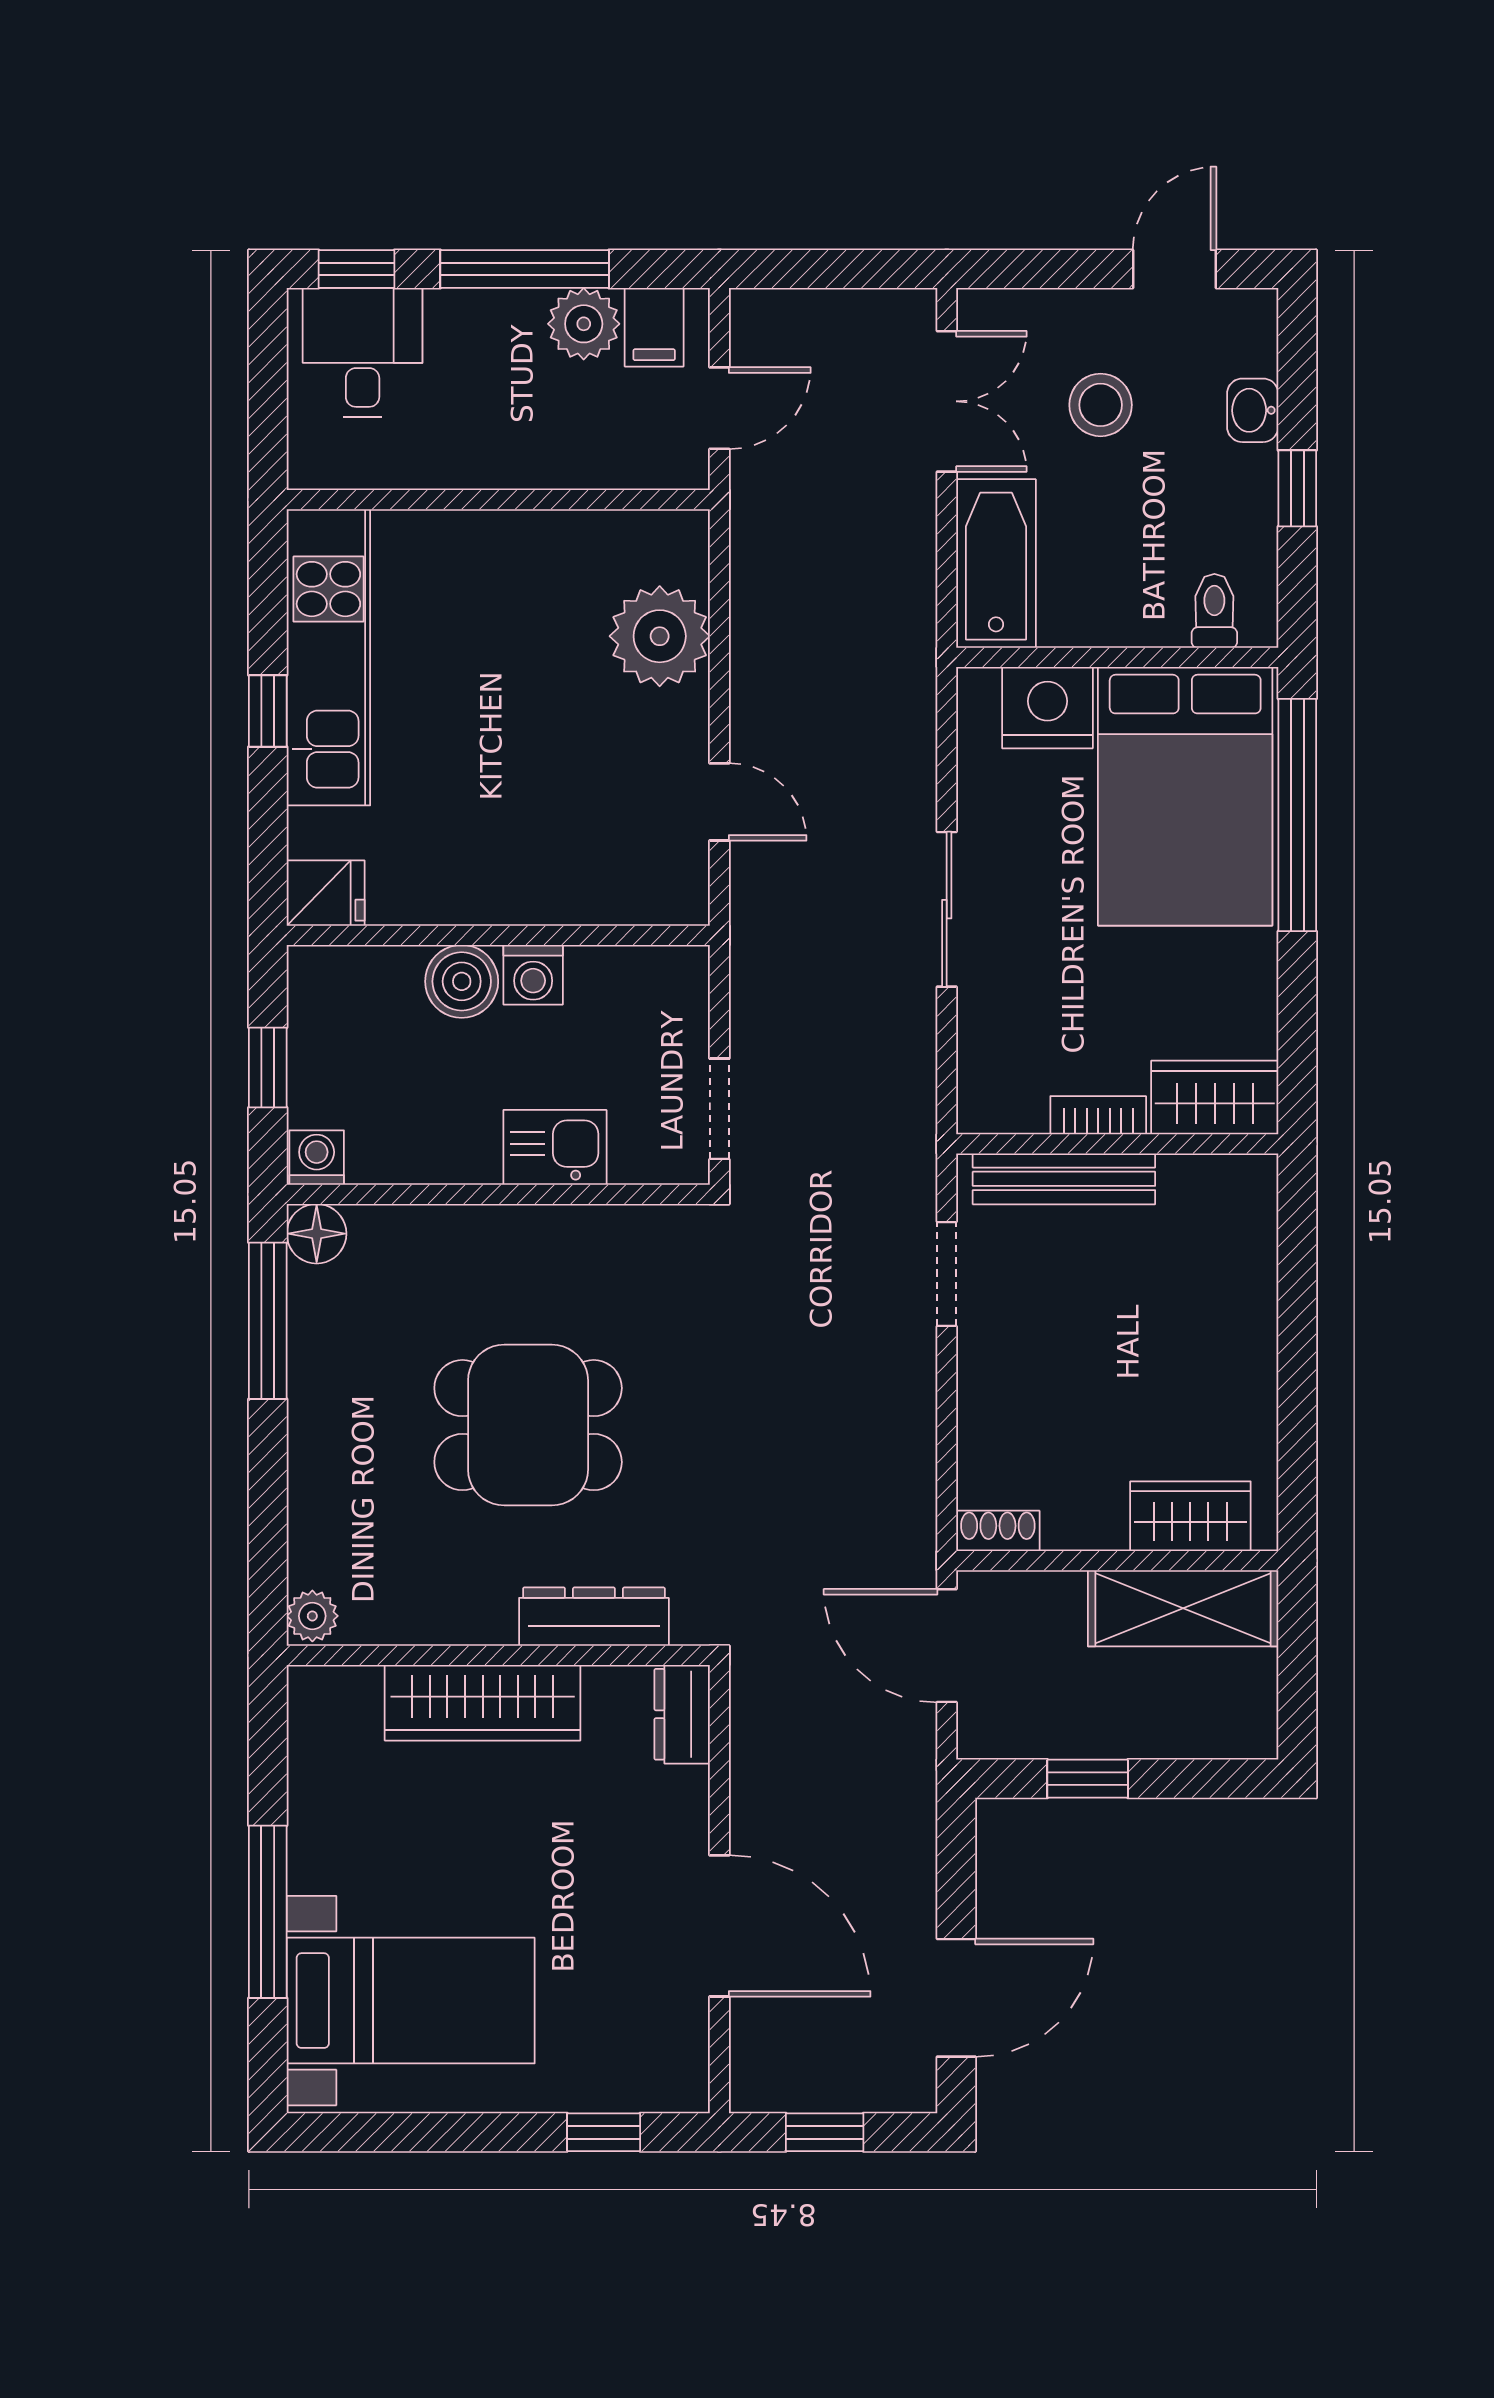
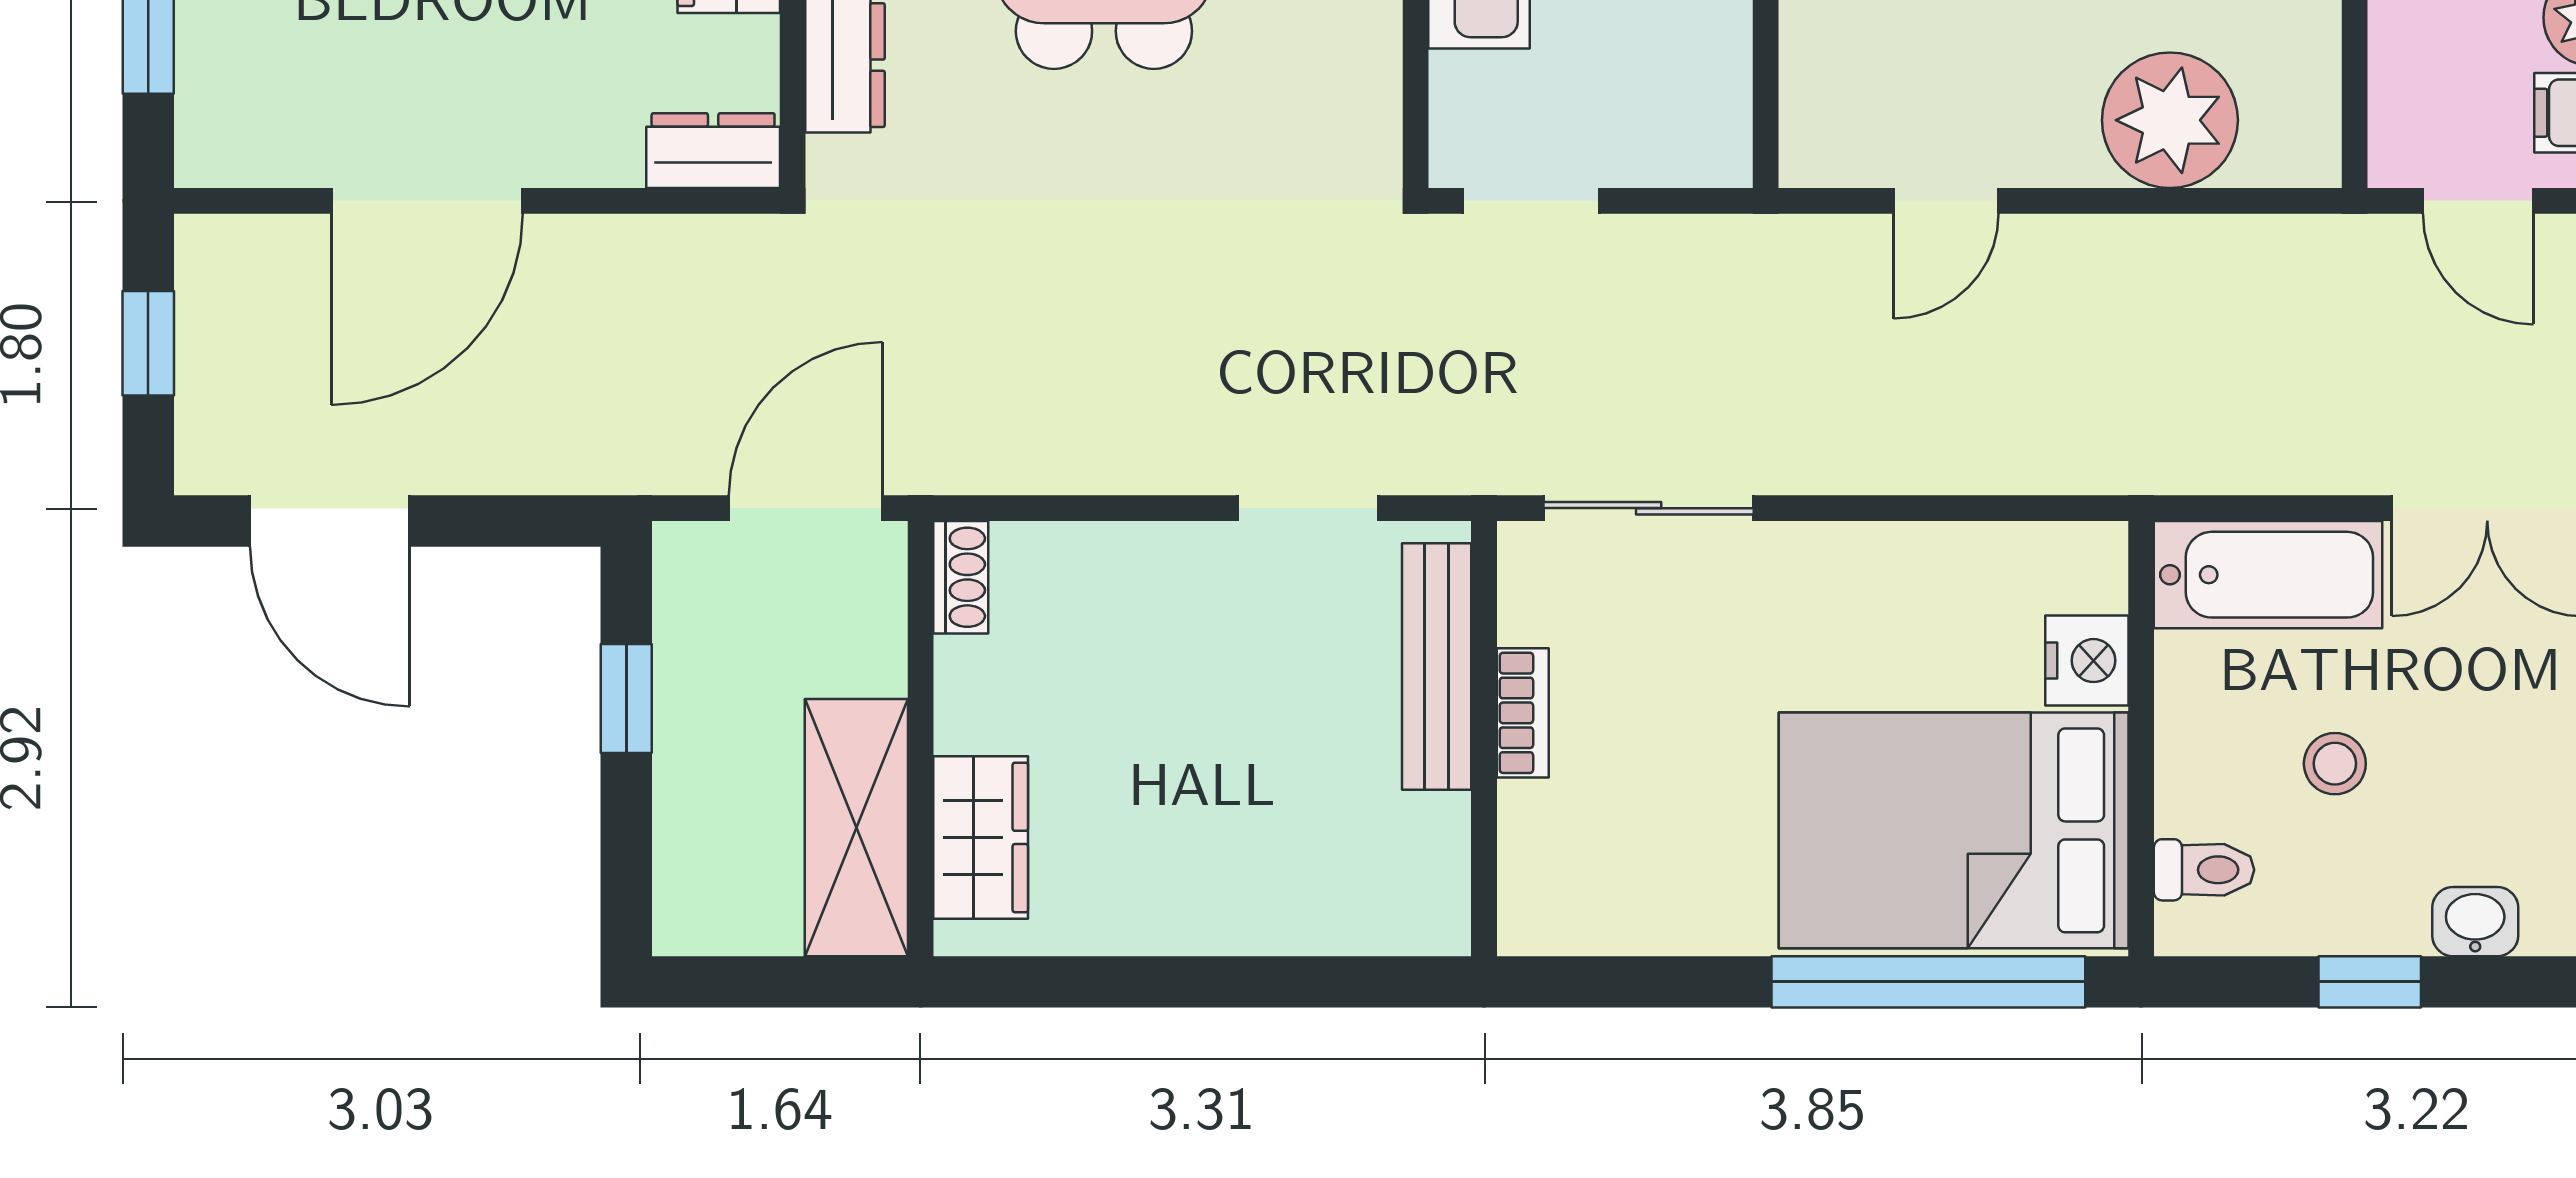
stool: (1101, 405) -> (2335, 764), moved, width x0.73, depth x0.73
nightstand: (1047, 708) -> (2087, 661), width x0.74, depth x0.75
sliding door: (947, 909) -> (1649, 508), moved
wardrobe: (1215, 1097) -> (1547, 870), removed

